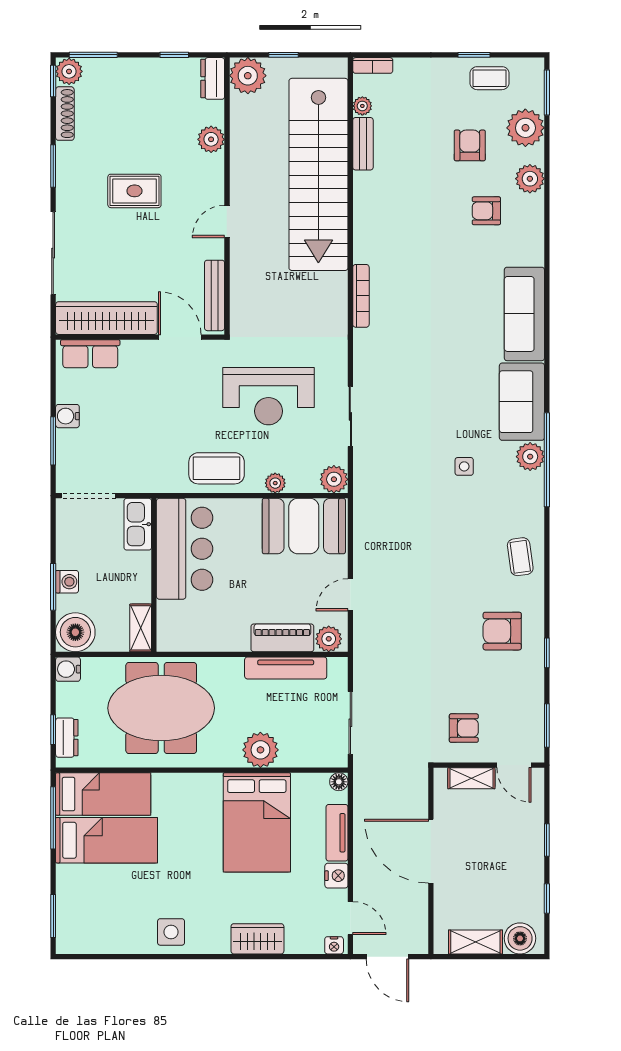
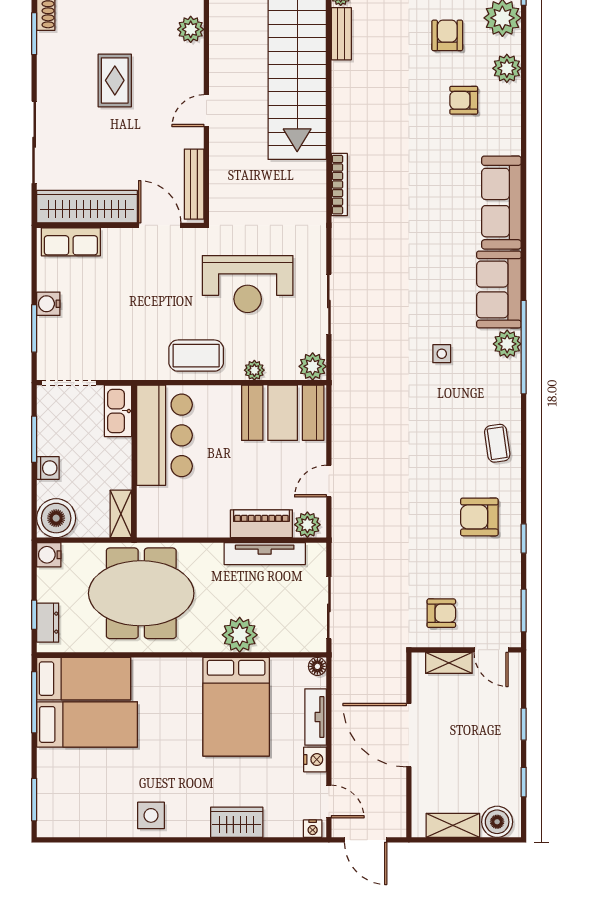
window: (53, 166) -> (34, 34), moved
rug: (134, 191) -> (115, 80), turned 90
window: (53, 587) -> (34, 439), moved

